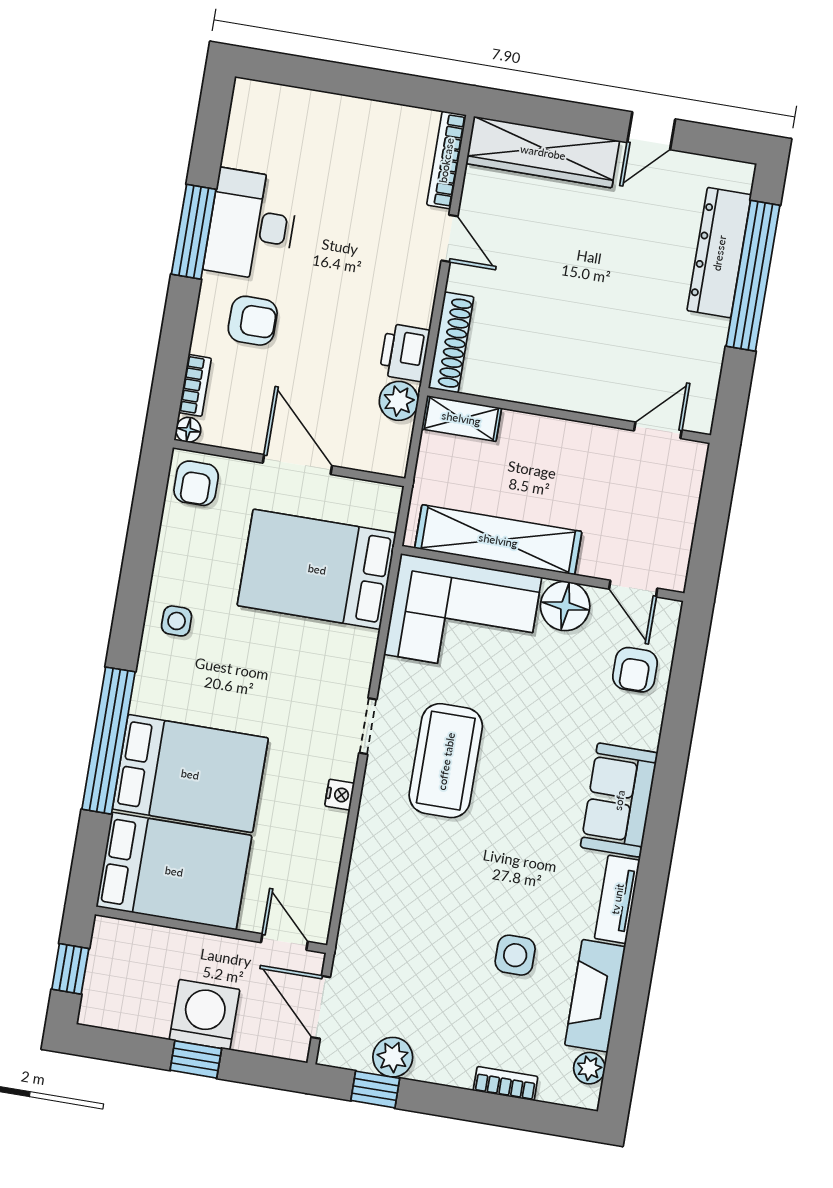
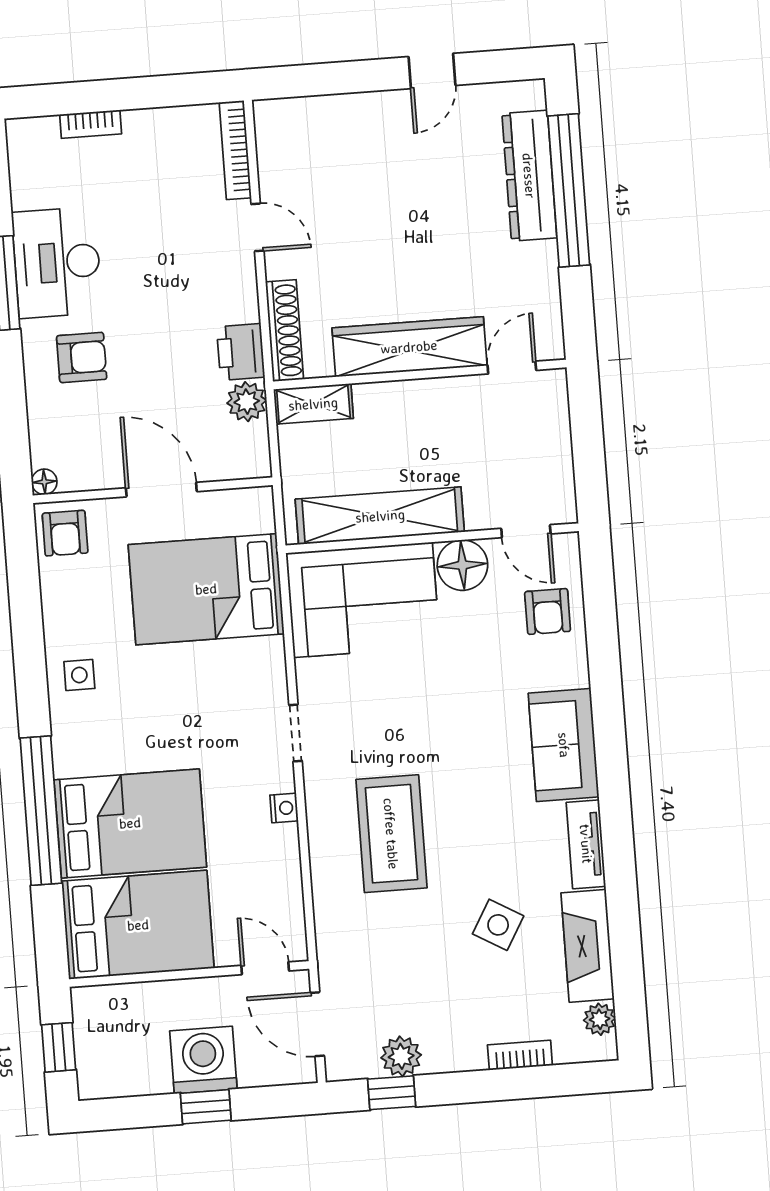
wardrobe: (543, 152) -> (409, 347), moved, turned 180
bookcase: (195, 385) -> (91, 124), moved, turned 90
coffee table: (446, 761) -> (391, 834), moved
side table: (515, 955) -> (498, 925), turned 30

